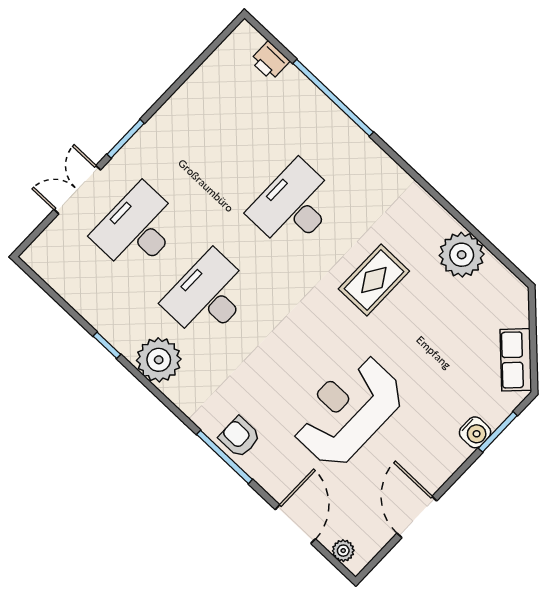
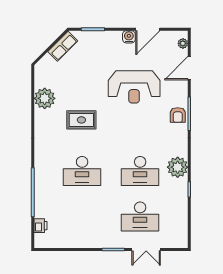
water cooler: (475, 432) -> (129, 37), moved

